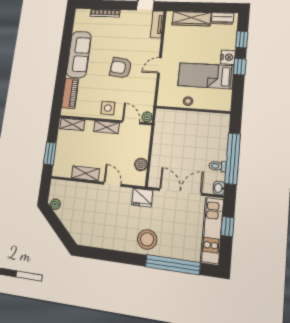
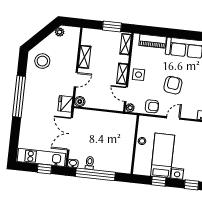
door: (159, 65) -> (173, 118), hinge flipped
window: (240, 67) -> (159, 181), moved
armchair: (146, 91) -> (152, 106), added
door: (131, 122) -> (126, 94), swing flipped
window: (50, 153) -> (112, 26), moved
boiler: (141, 165) -> (80, 102), moved
double door: (180, 192) -> (70, 134), swing flipped
stool: (147, 239) -> (42, 61), moved
window: (173, 265) -> (19, 96), moved

